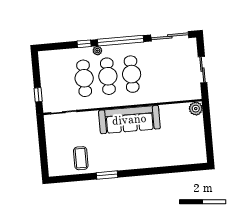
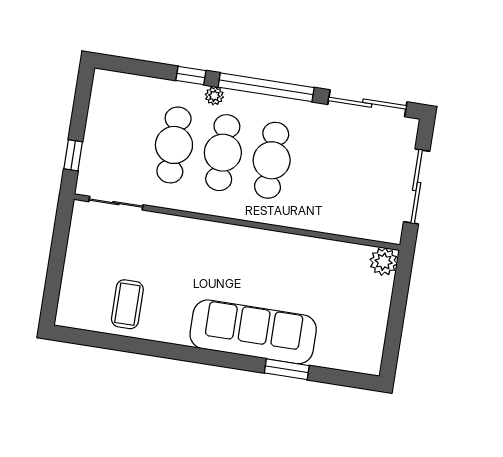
sliding door: (203, 70) -> (417, 187), width x1.37
sofa: (129, 120) -> (253, 332), moved, turned 180
window: (107, 175) -> (287, 369), moved

